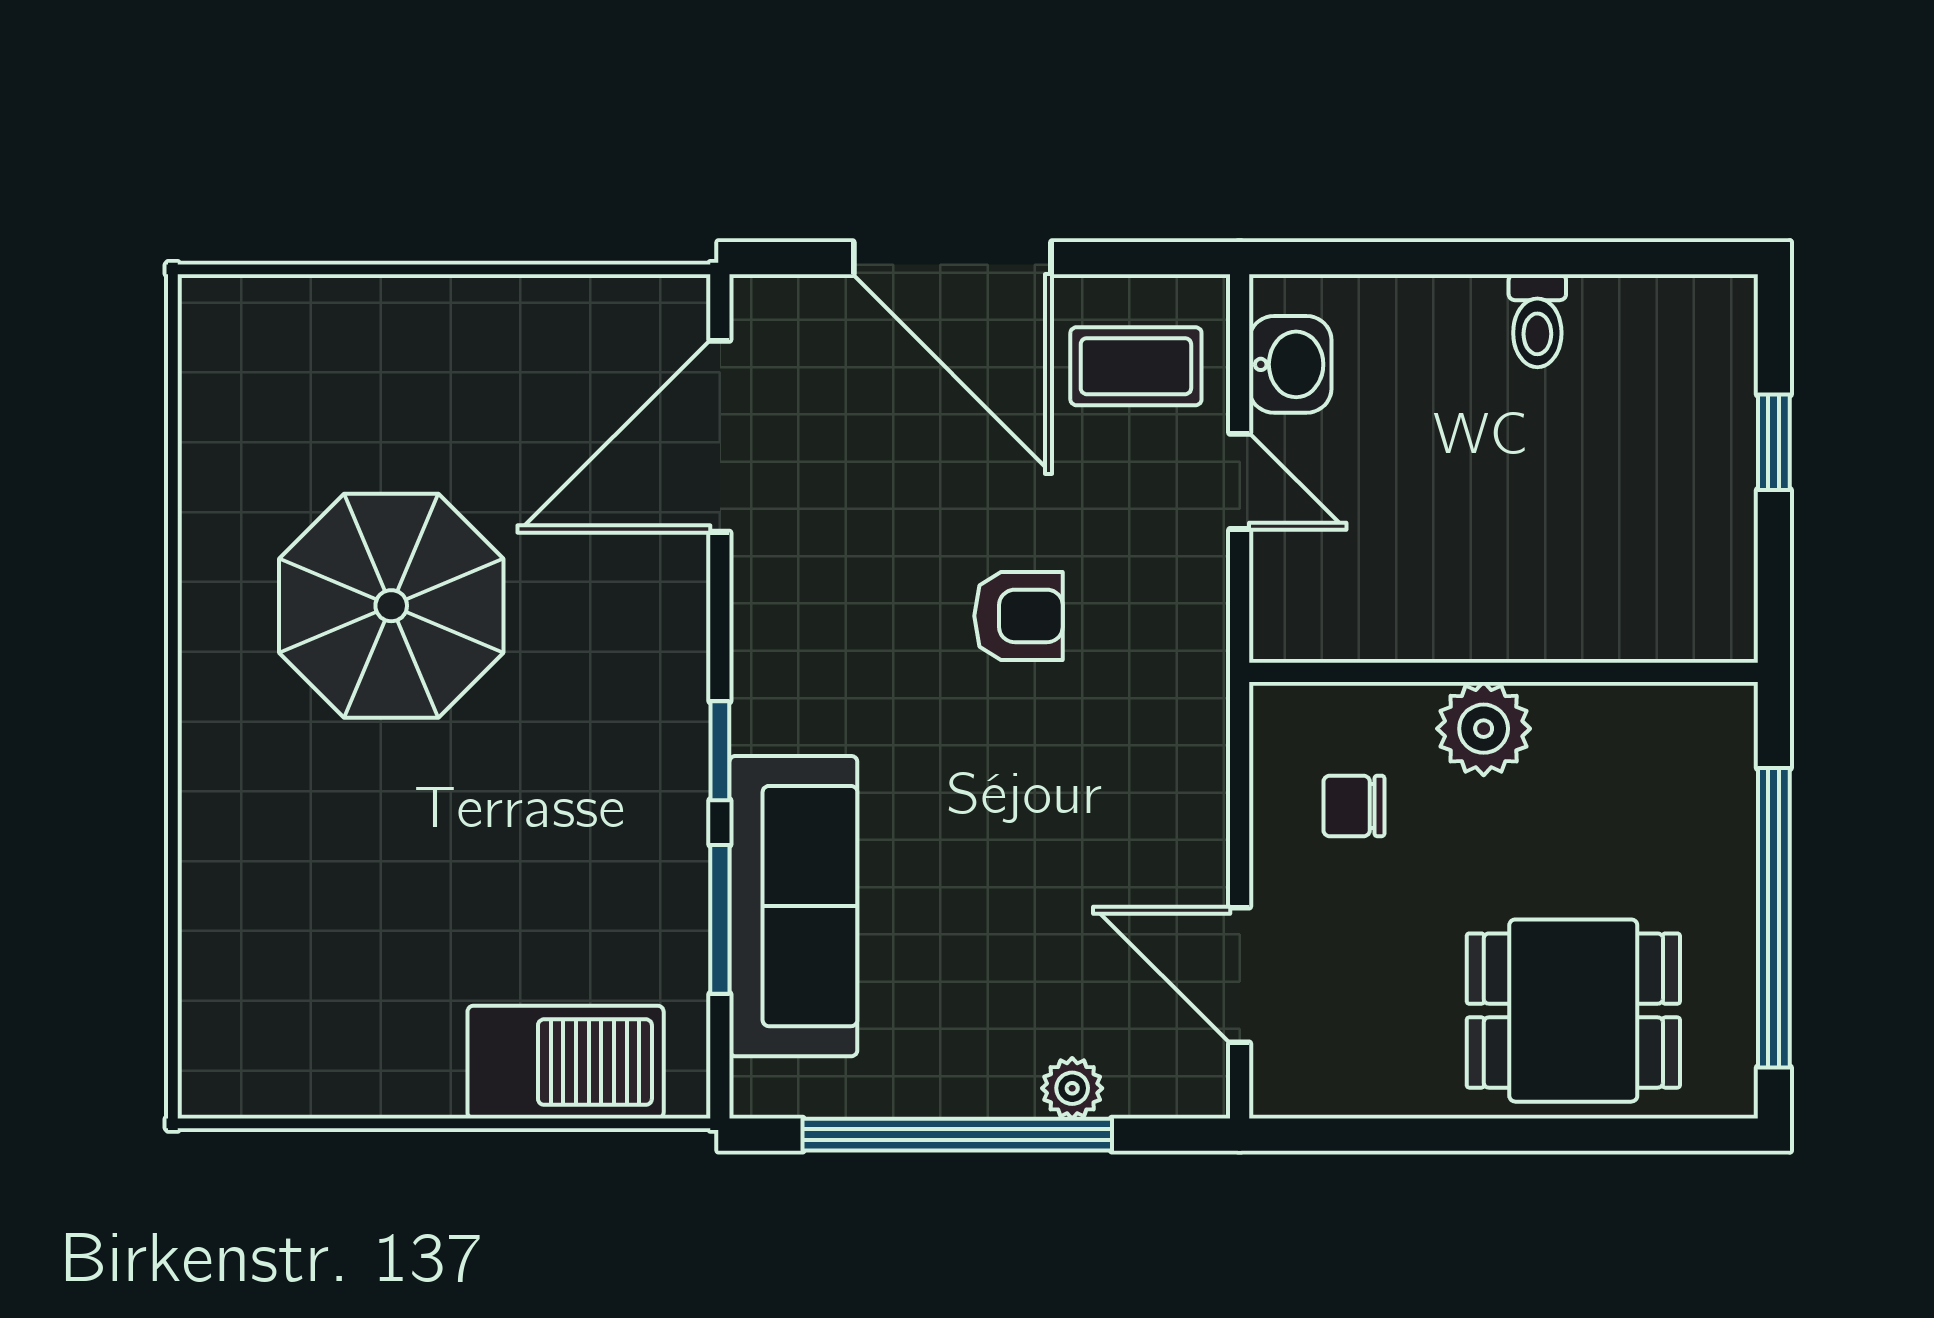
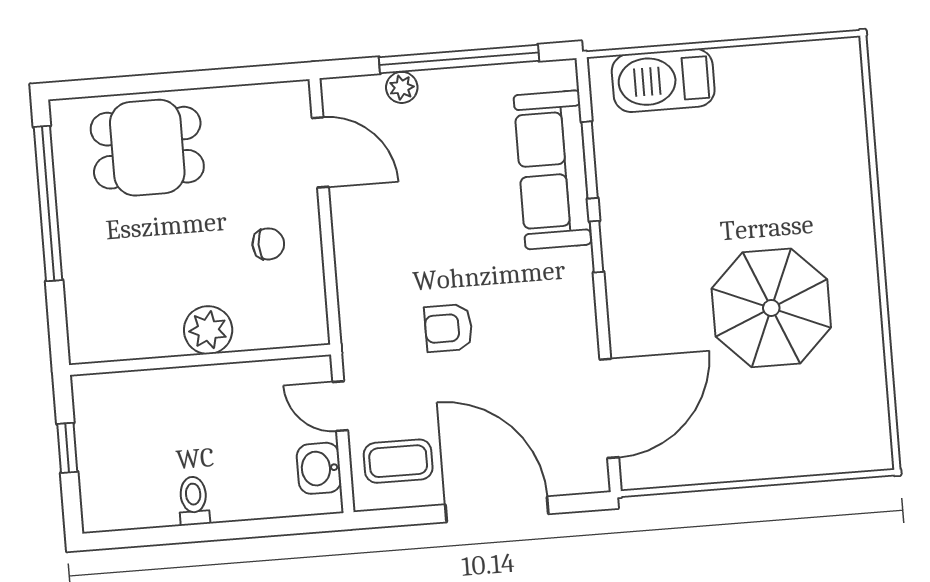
wall: (1504, 672) -> (200, 360), moved
plant: (1484, 729) -> (208, 330), moved

